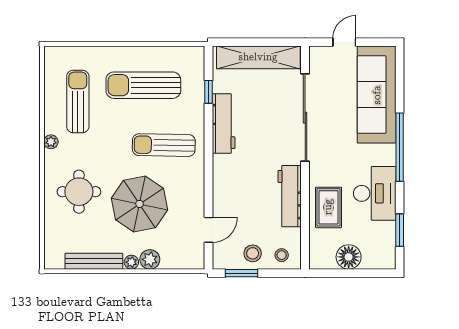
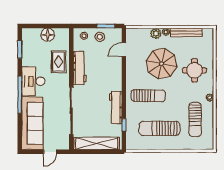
sun lounger: (143, 85) -> (159, 128), turned 180
desk: (375, 193) -> (33, 81), moved

